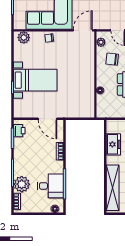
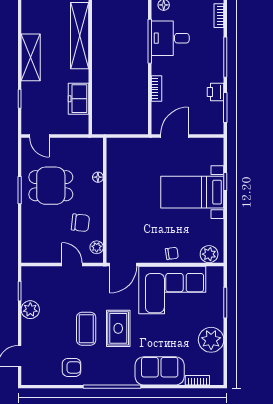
door: (47, 119) -> (174, 136), hinge flipped
printer: (19, 131) -> (216, 92), moved
plant: (22, 184) -> (212, 41), removed

